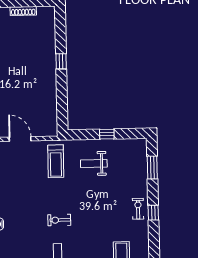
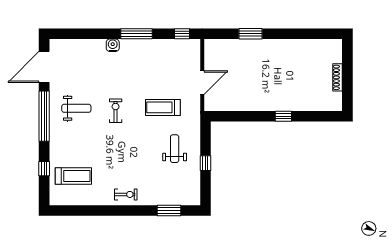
door: (20, 139) -> (202, 83), moved
treadmill: (56, 161) -> (163, 107), moved
window: (153, 213) -> (121, 210), removed

